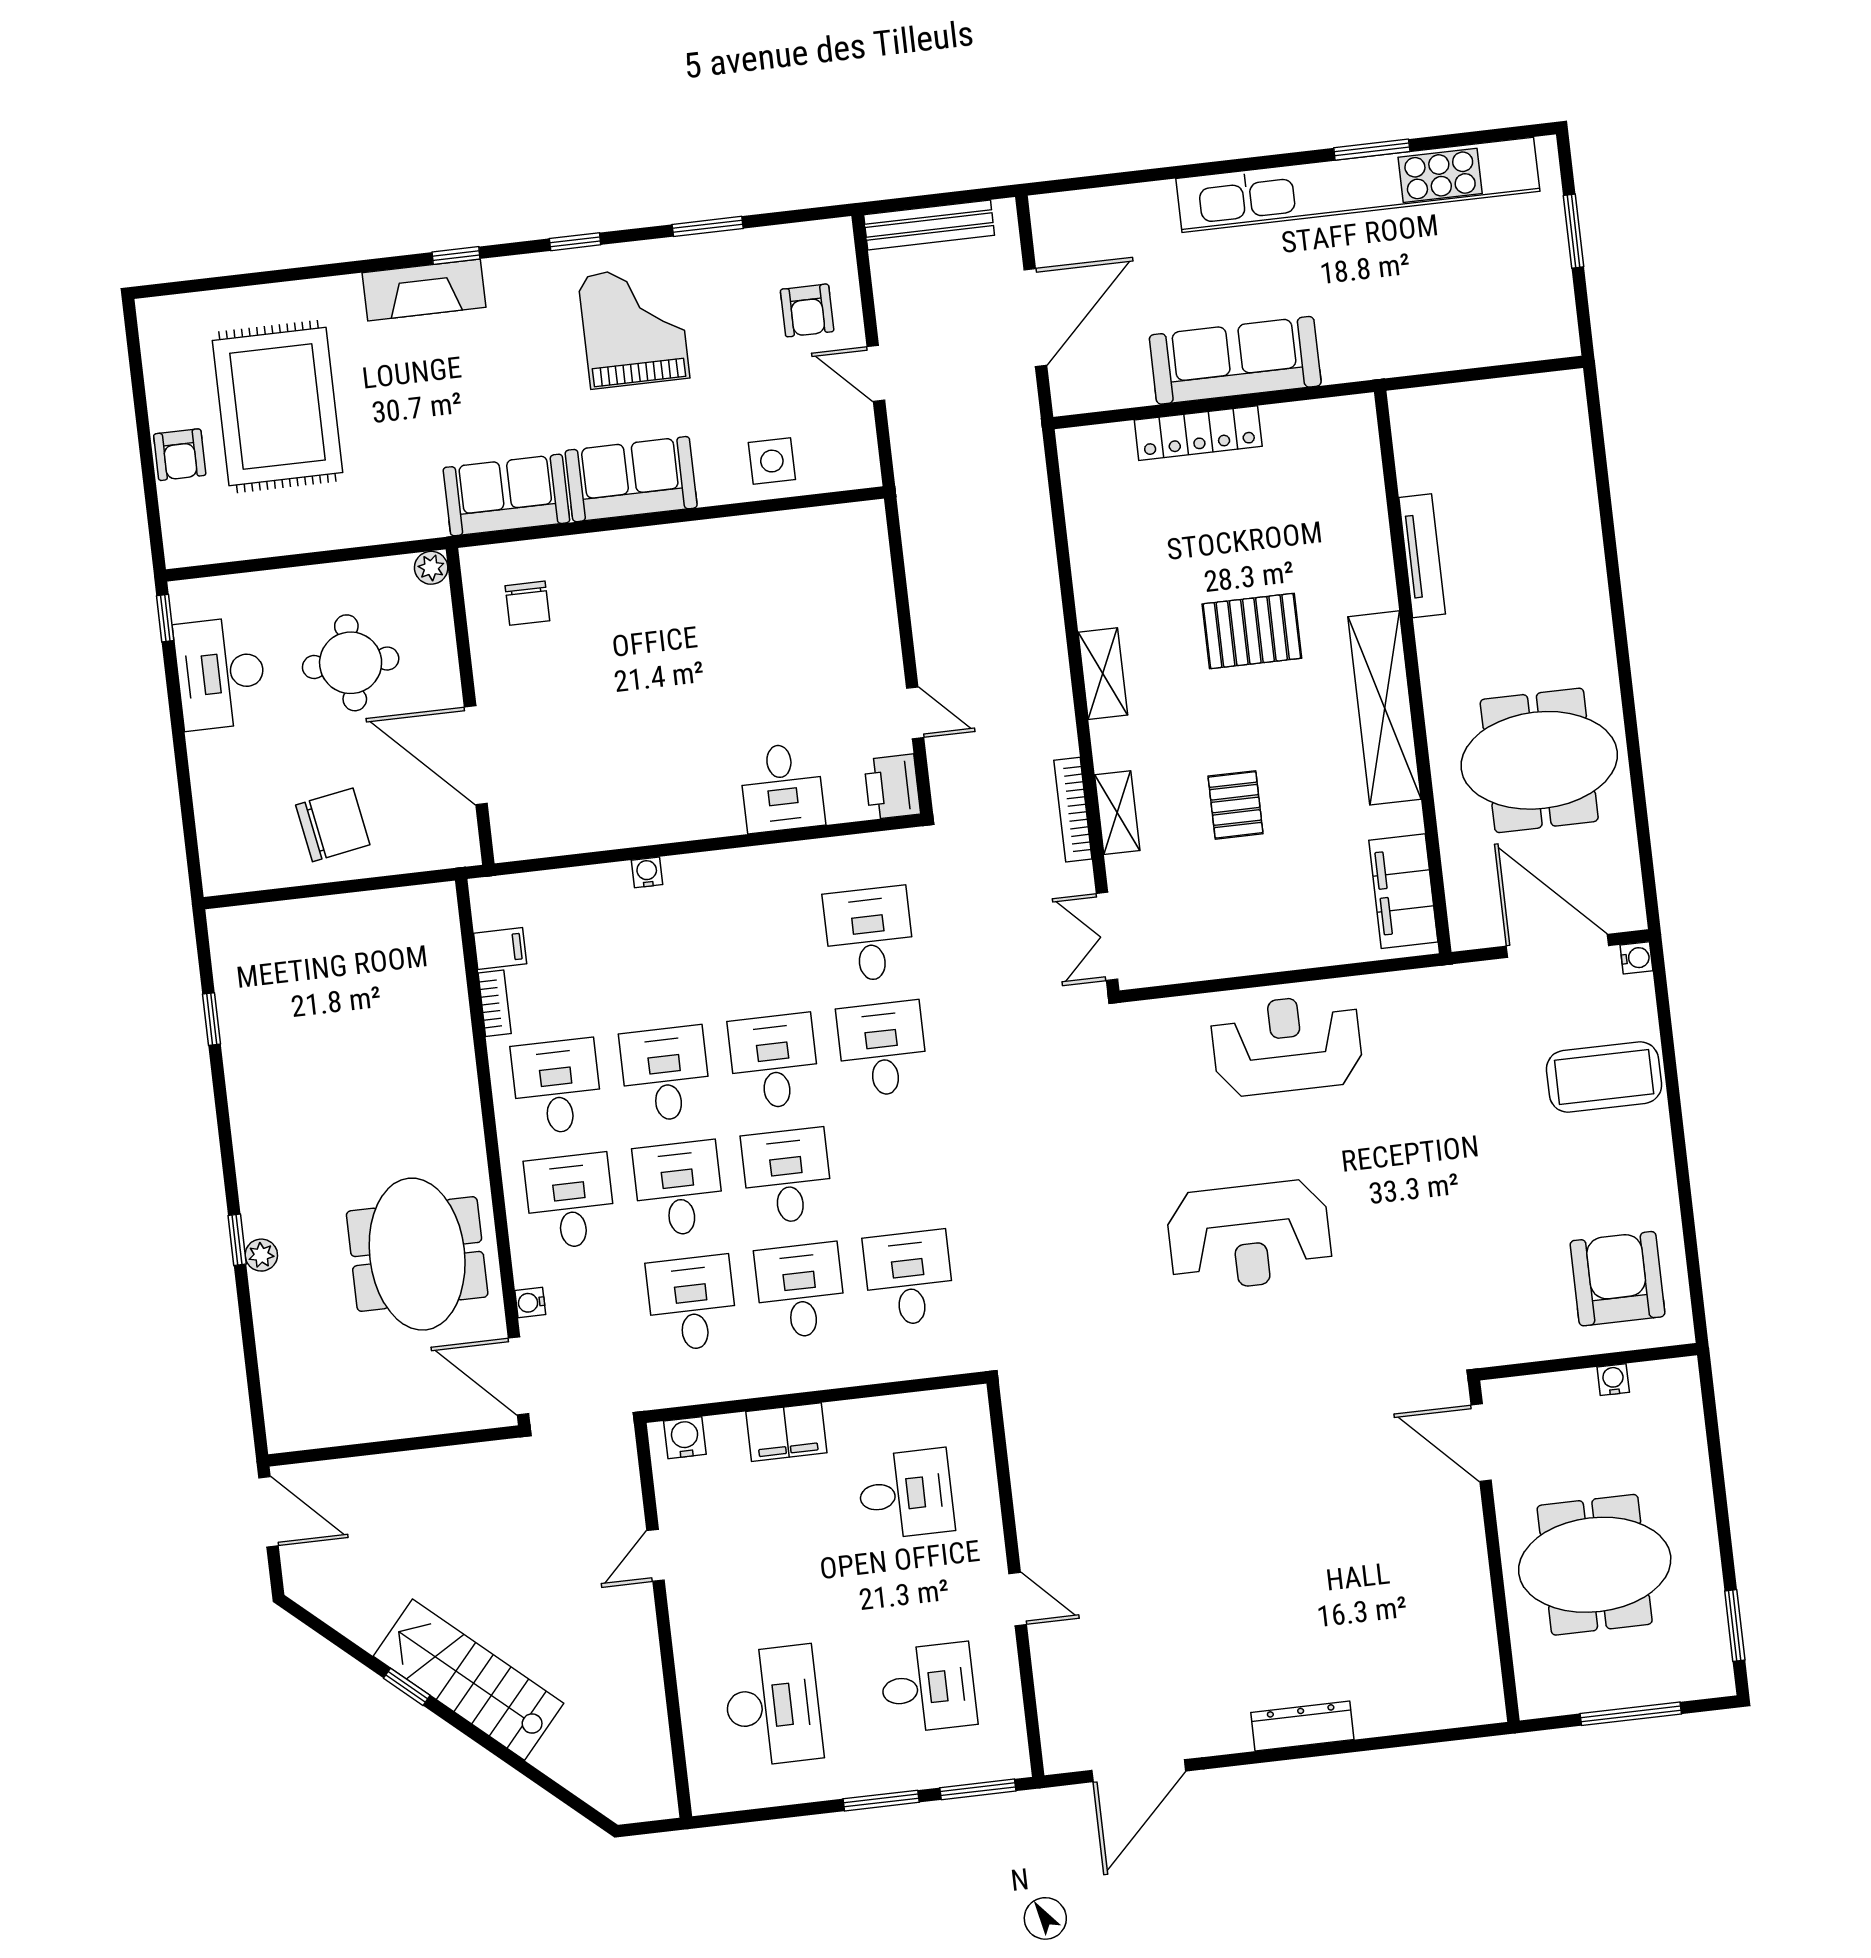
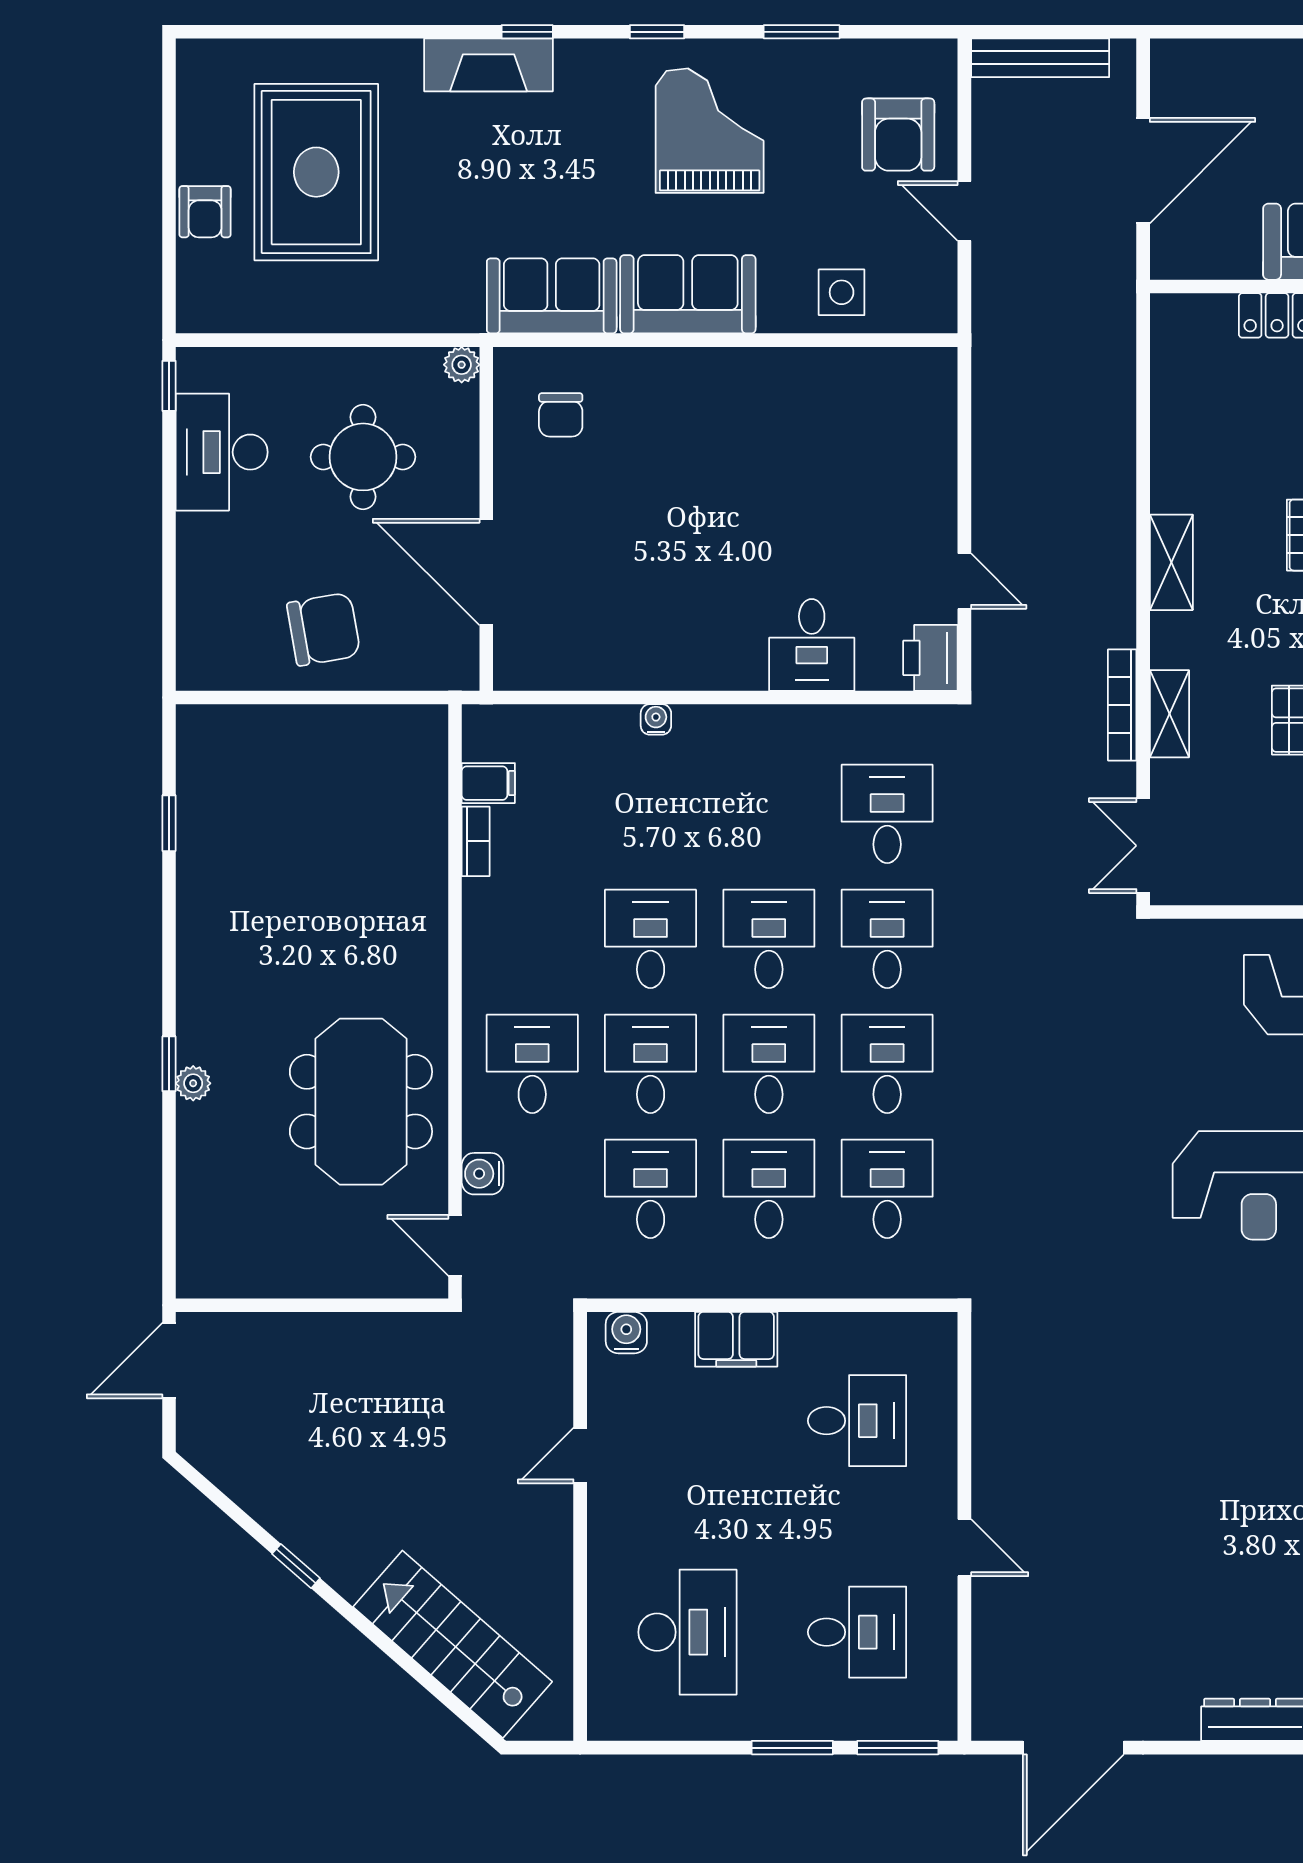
armchair: (807, 310) -> (898, 135), width x1.38, depth x1.38
desk: (557, 1087) -> (887, 1064), moved
water cooler: (530, 1303) -> (482, 1174), width x1.38, depth x1.38
door: (519, 1376) -> (455, 1245), width x0.73
door: (269, 1512) -> (169, 1361), swing flipped
stairs: (468, 1680) -> (453, 1644), moved

